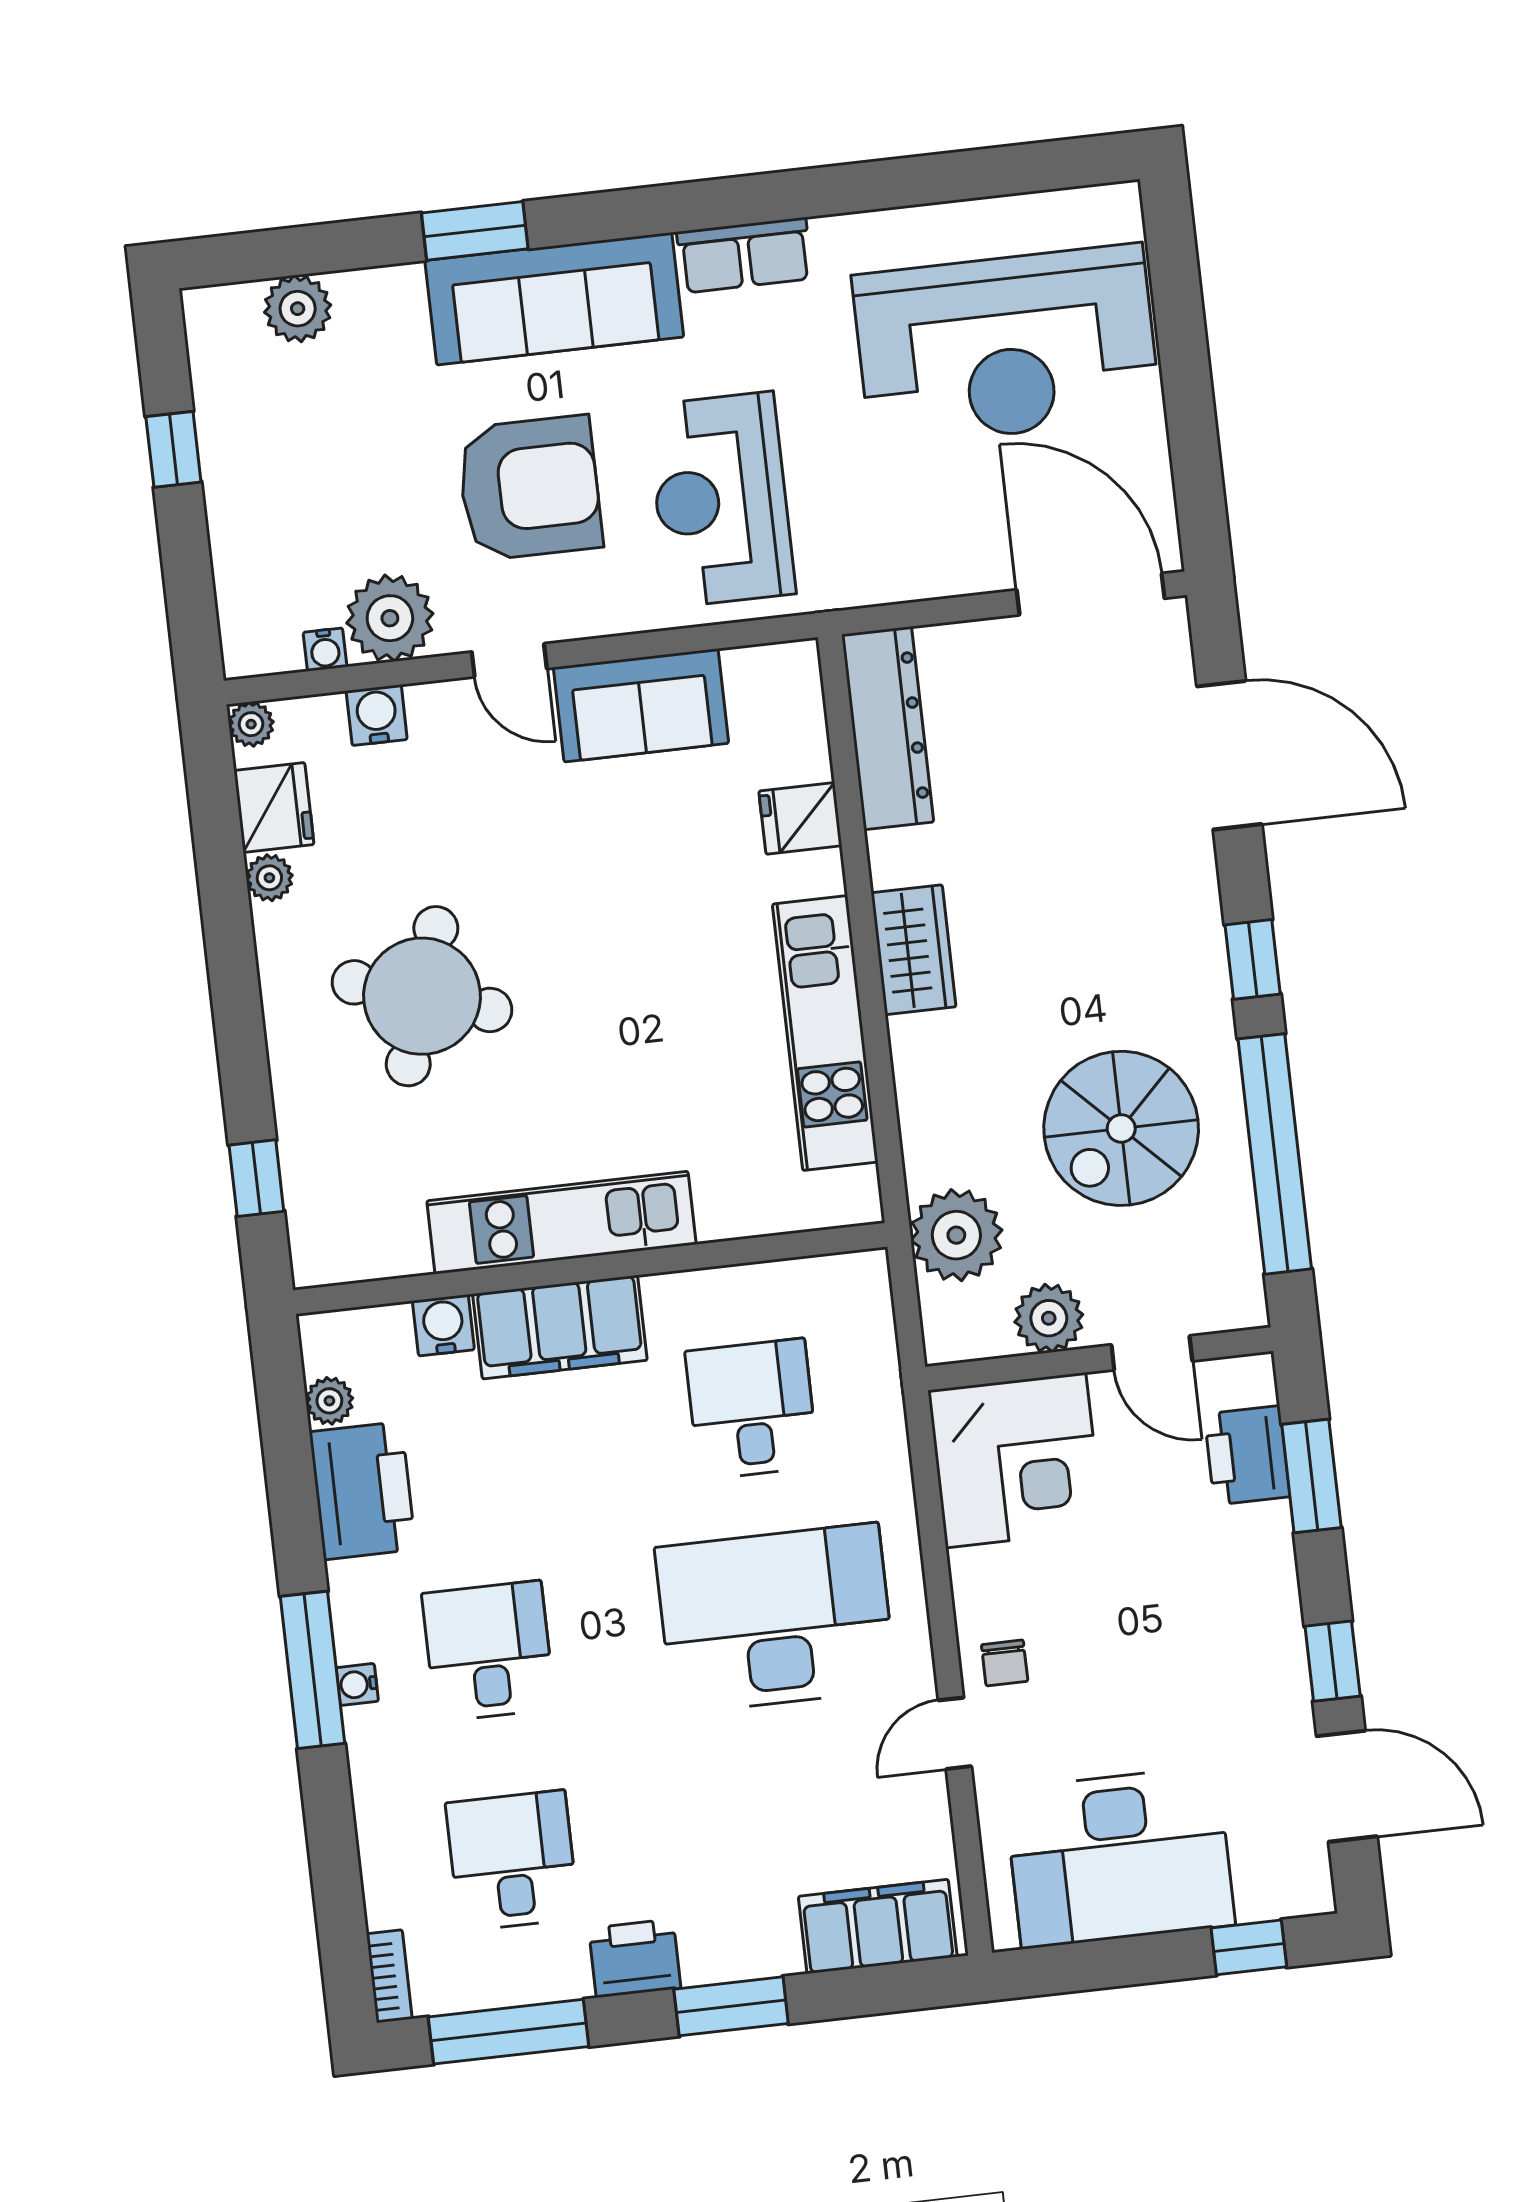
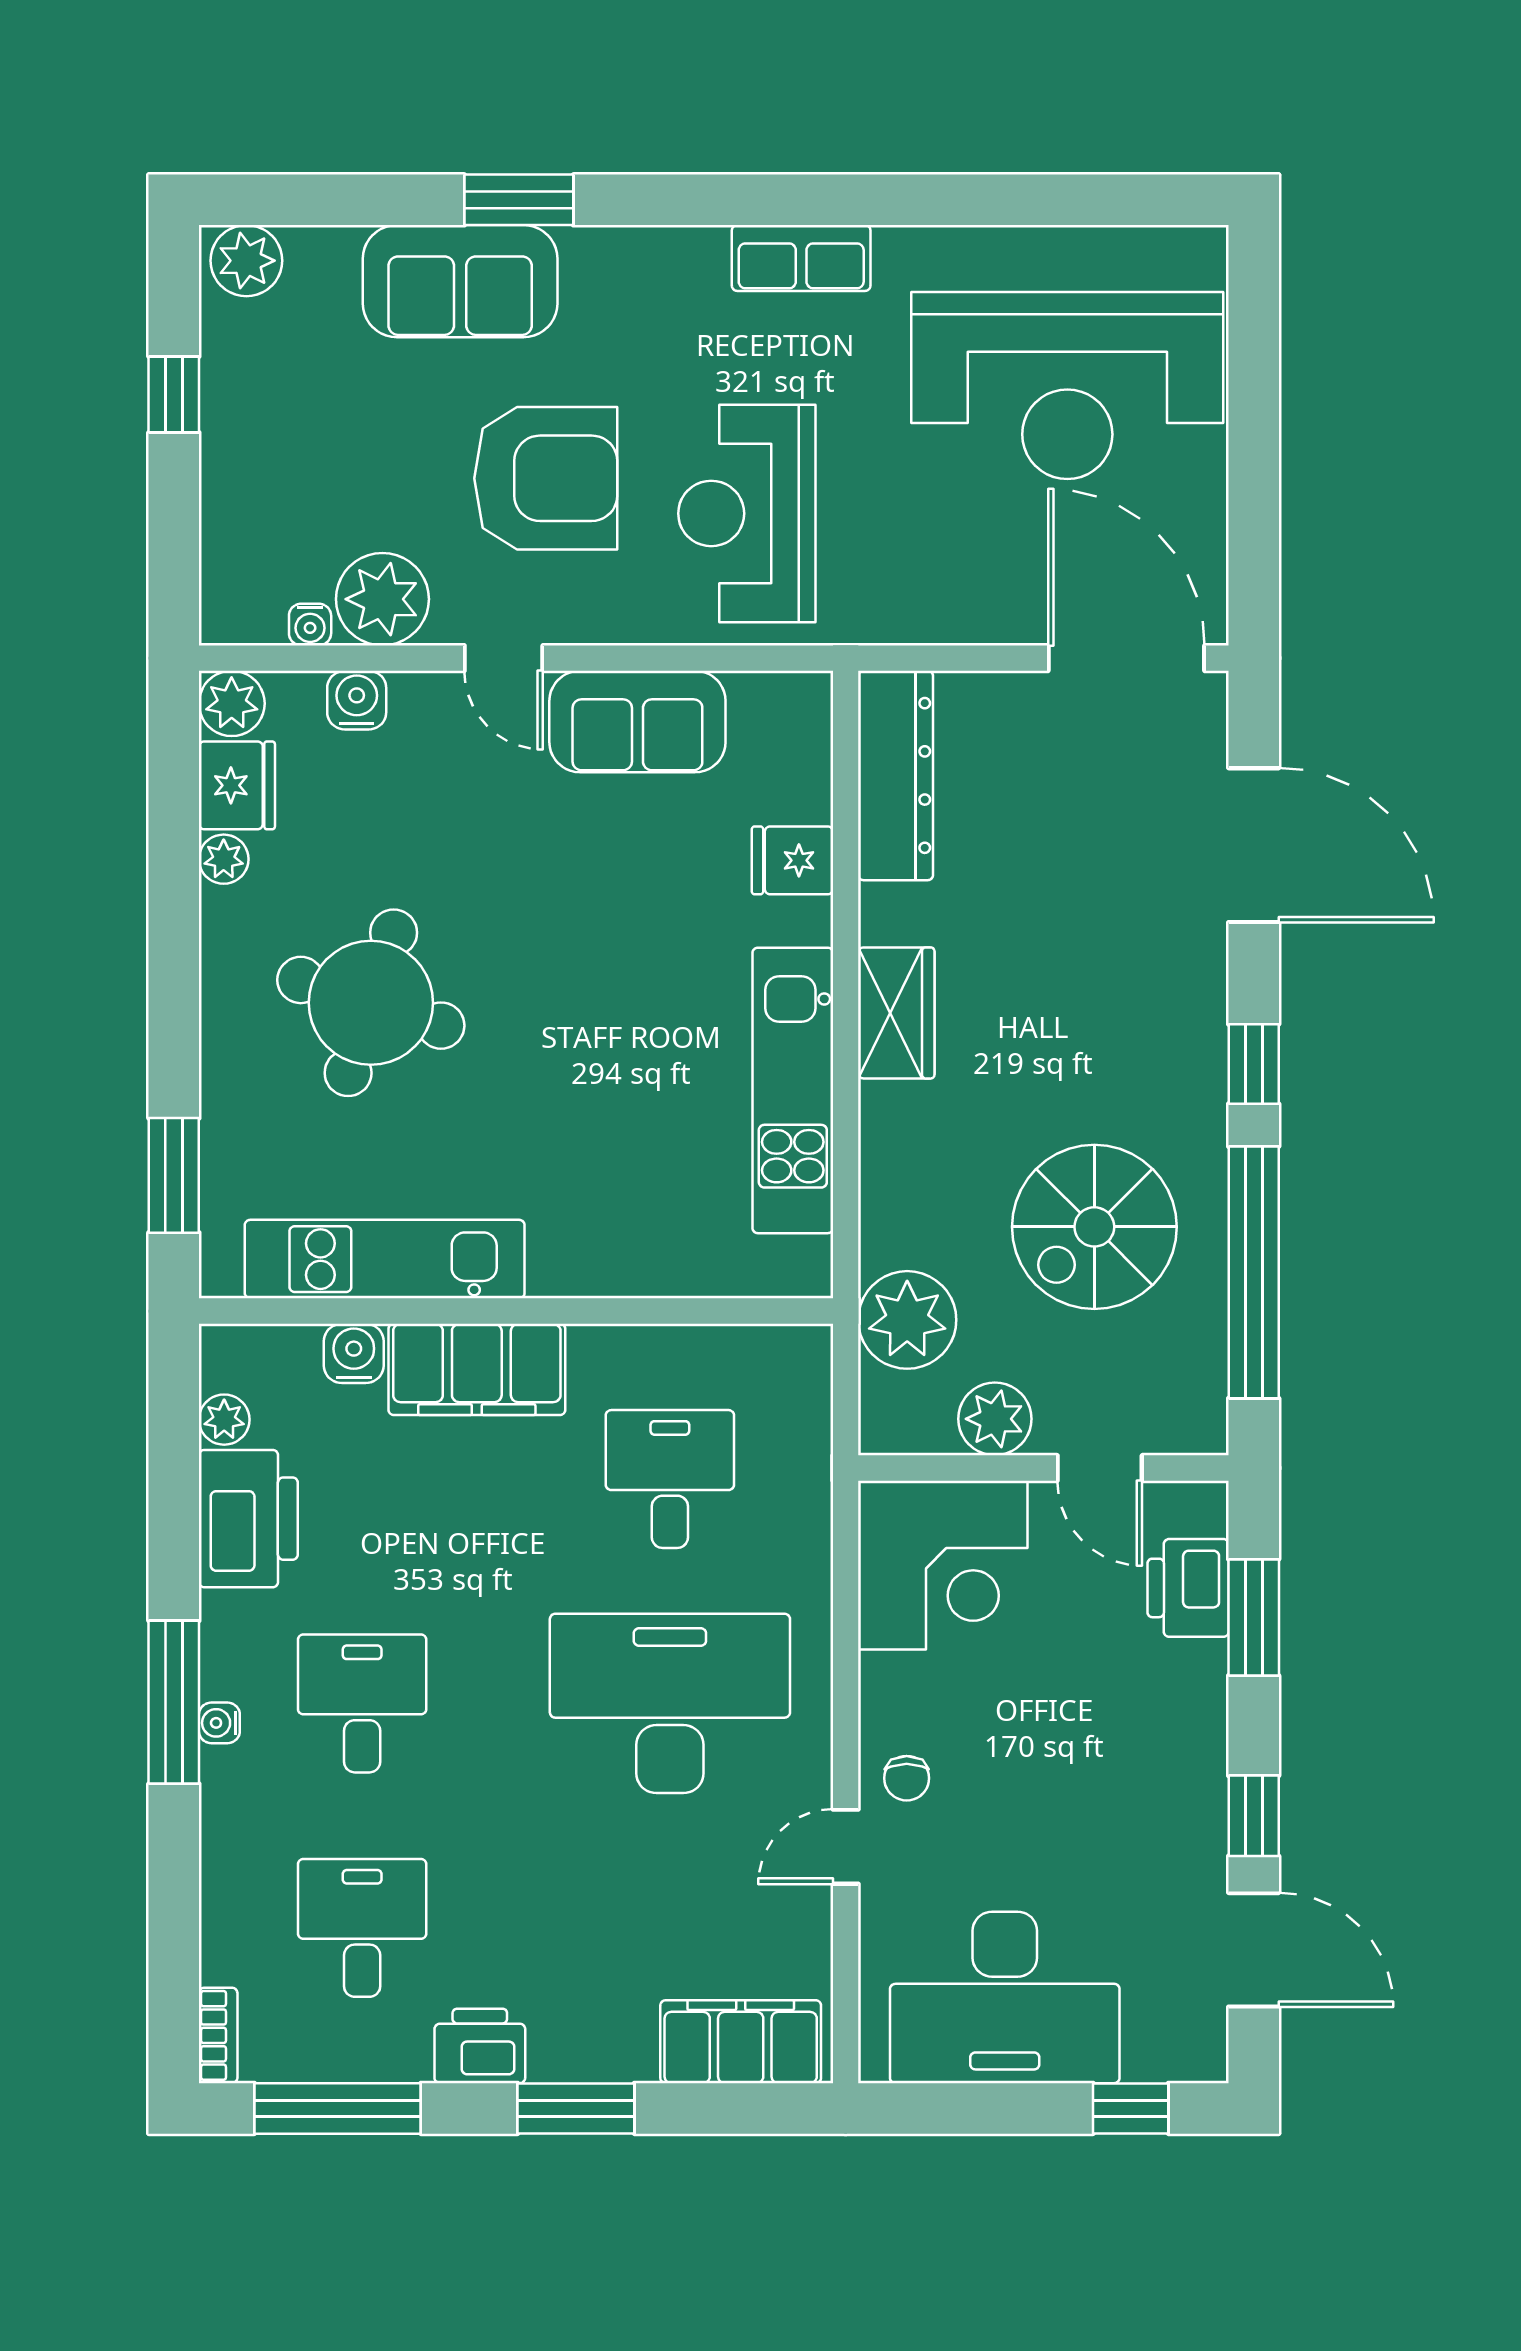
sofa: (554, 299) -> (460, 281), moved, width x0.73
plant: (298, 309) -> (246, 261), moved
plant: (251, 724) -> (232, 703), width x1.38, depth x1.38
window: (256, 1178) -> (174, 1175), width x1.50
kitchen unit: (561, 1223) -> (385, 1259), moved

